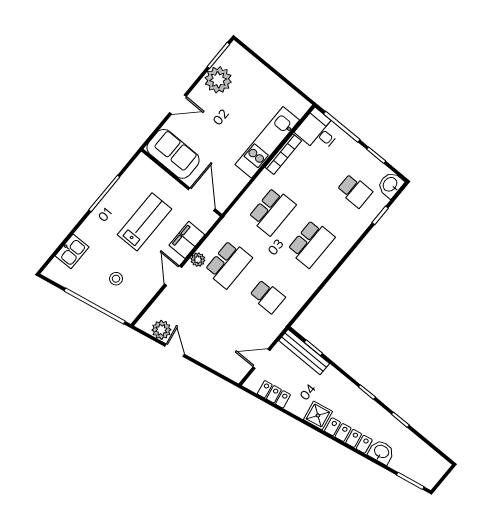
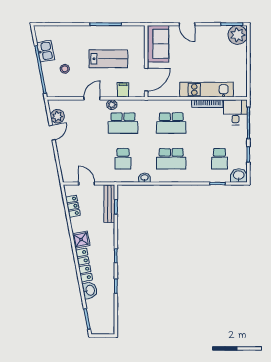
plant: (218, 80) -> (238, 35), moved
filing cabinet: (187, 240) -> (123, 90), width x0.50
kitchen sink: (72, 251) -> (46, 51), moved, turned -101
washbasin: (308, 290) -> (144, 178), added

